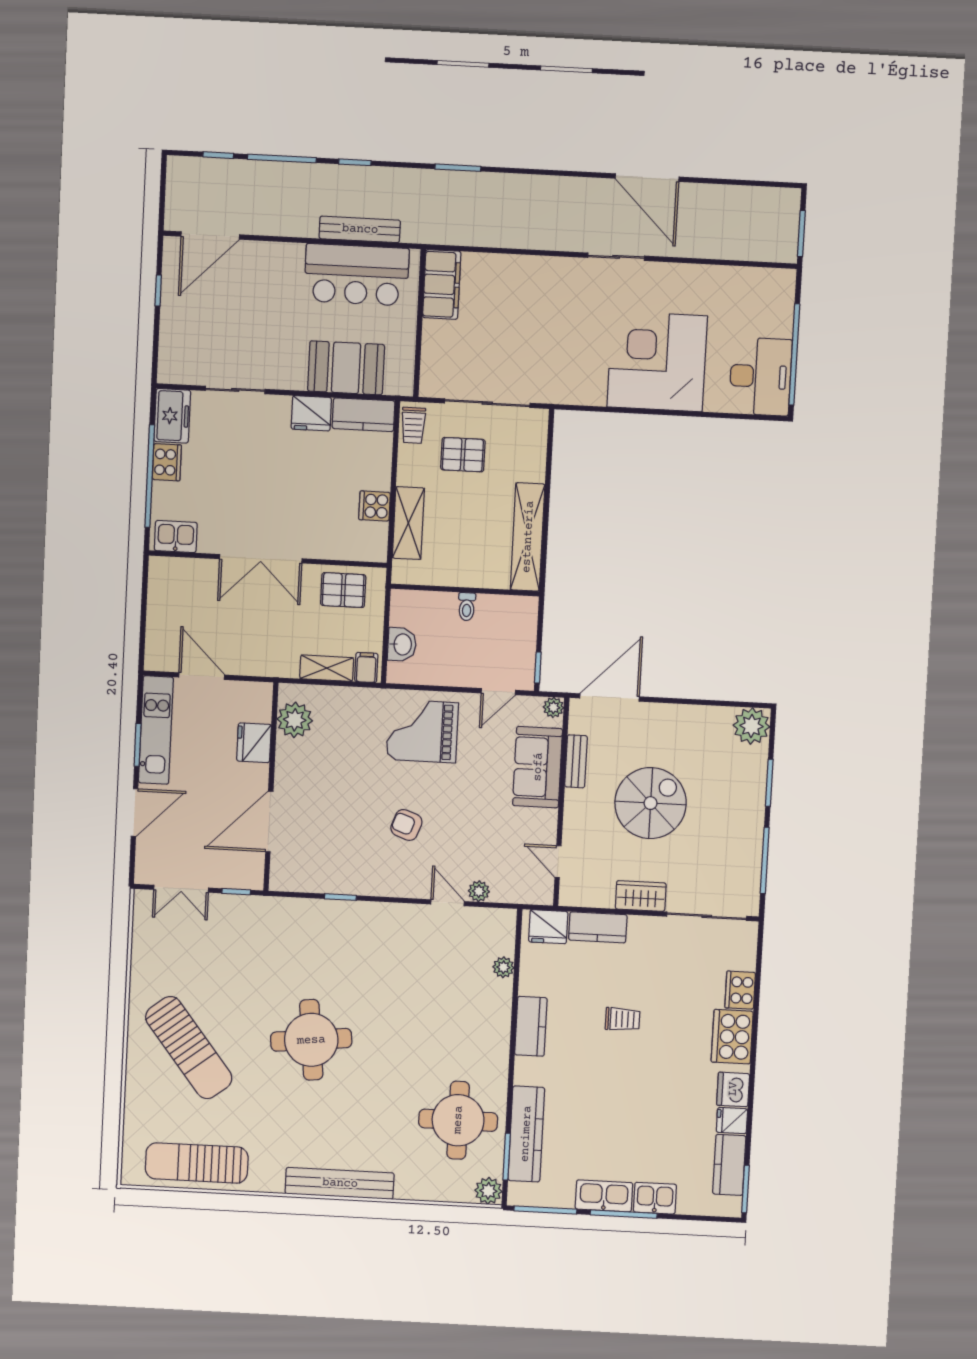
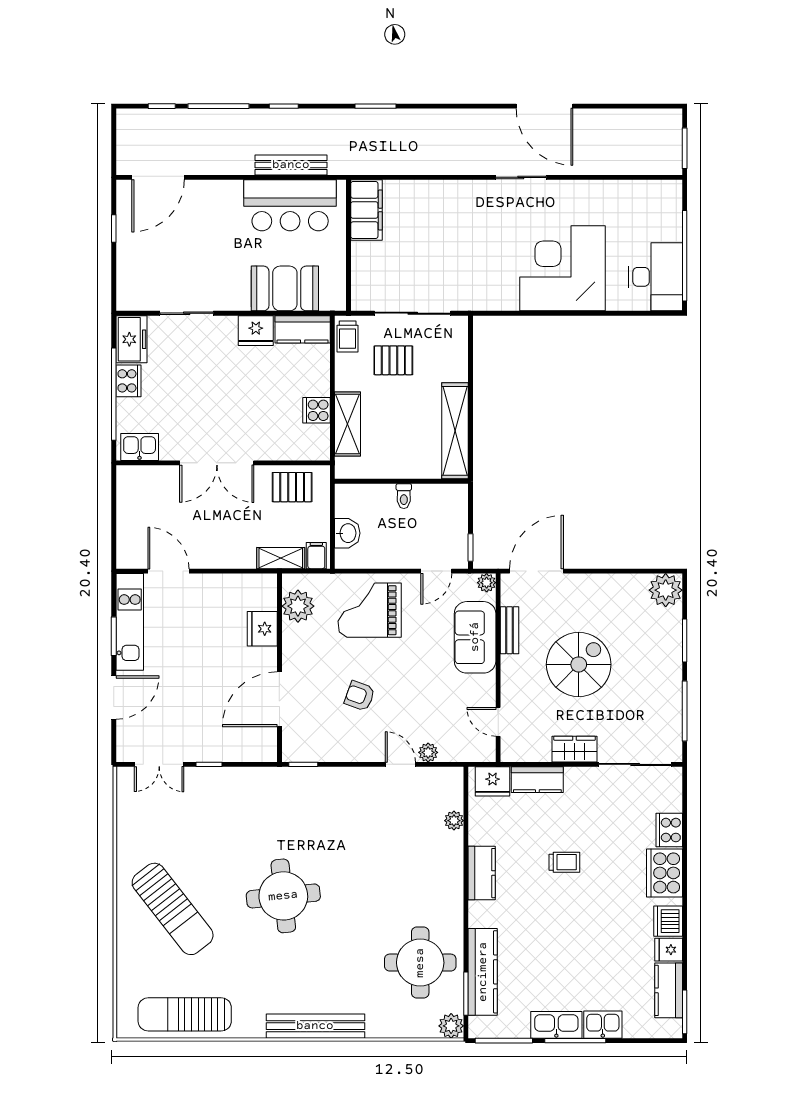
plant: (295, 720) -> (298, 606), moved
fridge: (254, 743) -> (262, 629), moved
wall: (271, 787) -> (279, 668), moved
door: (269, 822) -> (279, 699), moved

